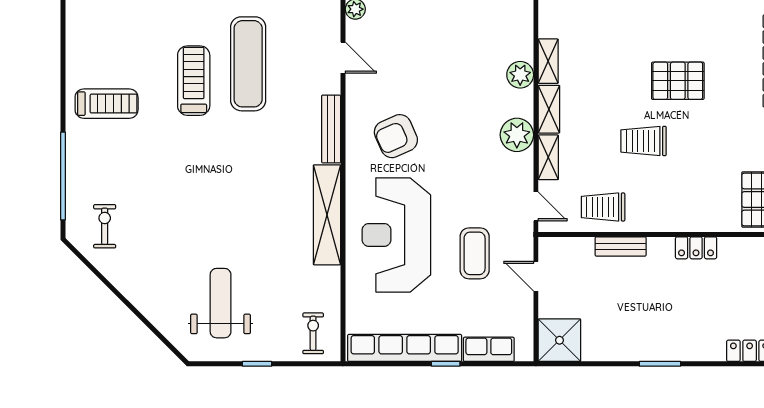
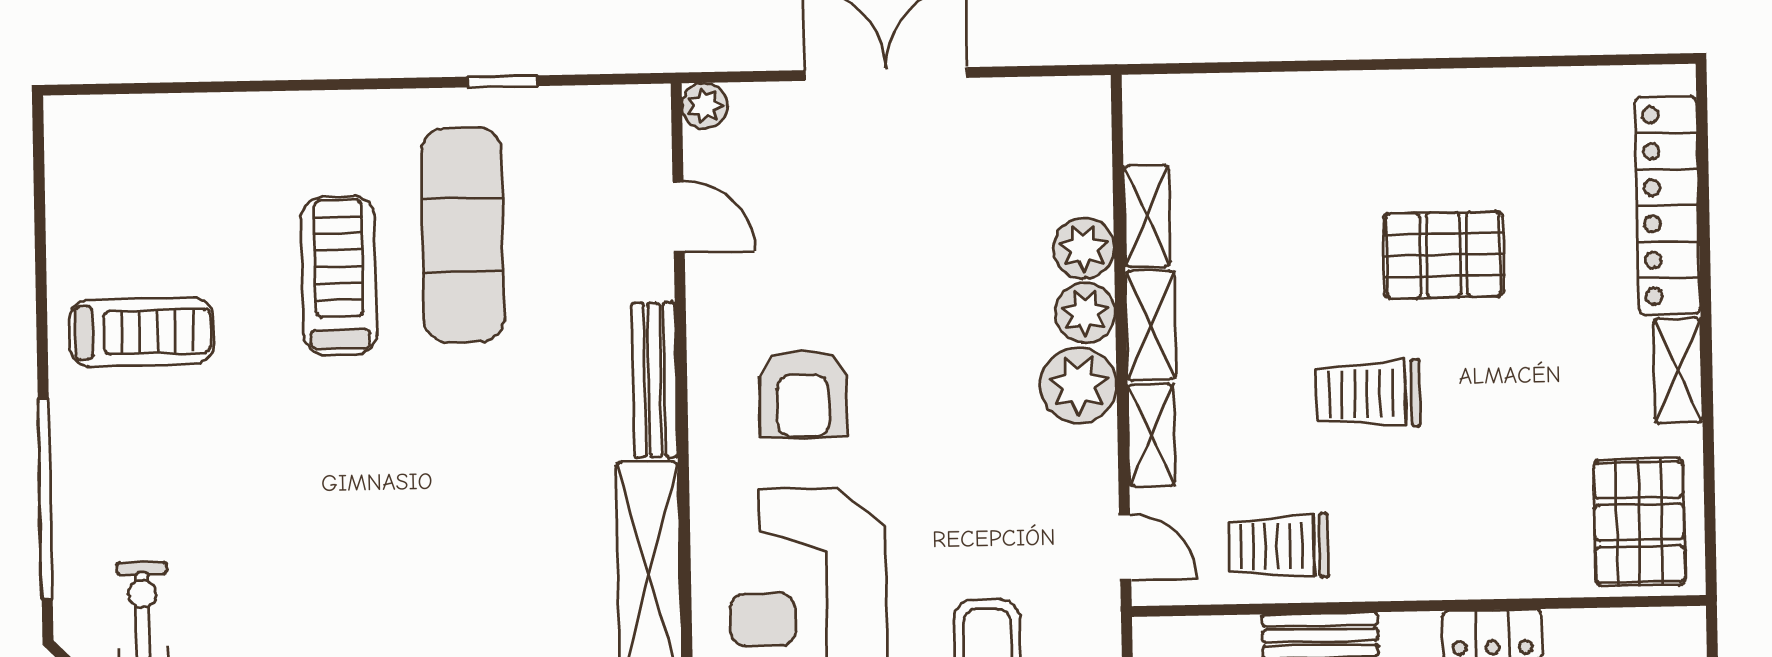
plant: (520, 103) -> (1085, 313), added
armchair: (396, 136) -> (803, 393), turned -66

